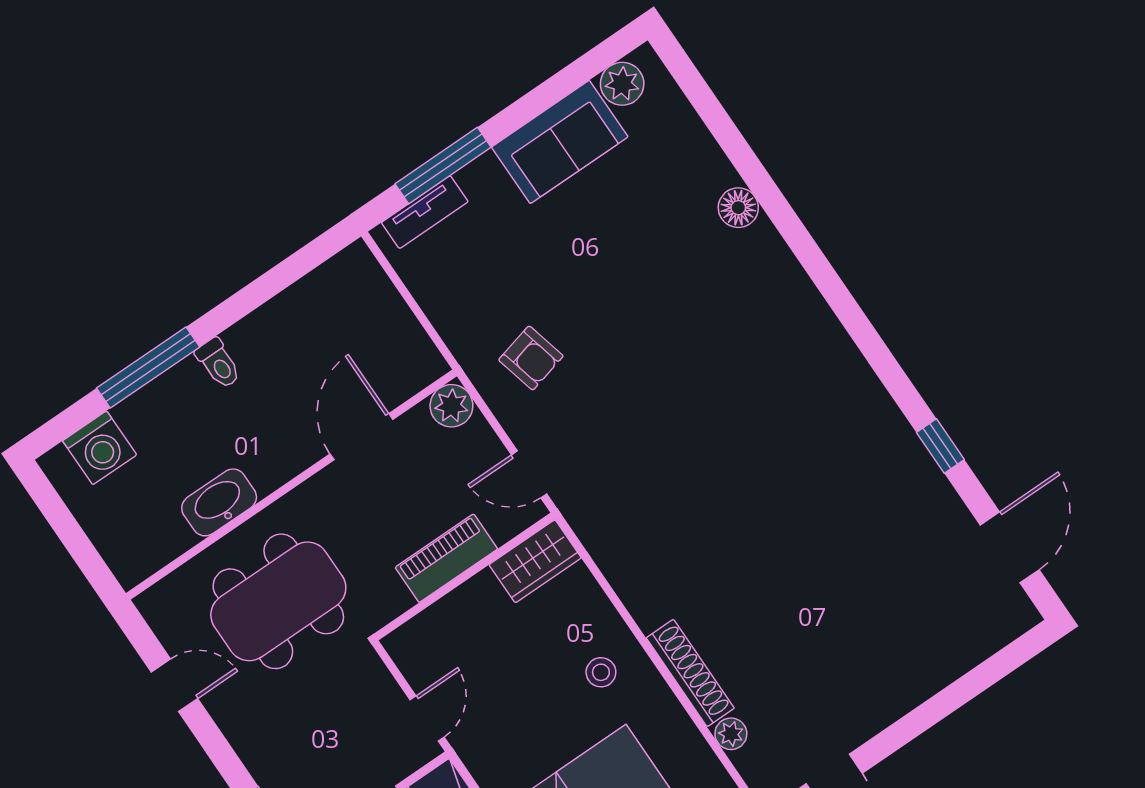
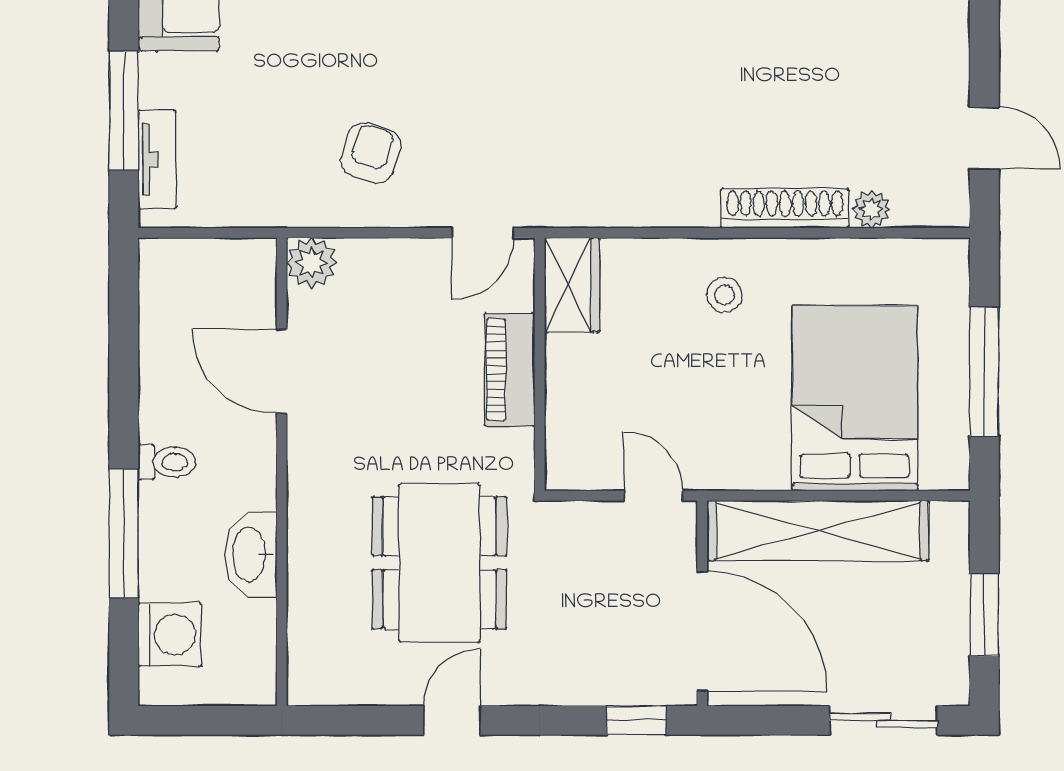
armchair: (531, 358) -> (371, 153), turned -59
plant: (451, 406) -> (312, 263), moved
door: (361, 437) -> (282, 371), moved
wall: (291, 485) -> (282, 472), moved
washbasin: (219, 502) -> (251, 554), moved

